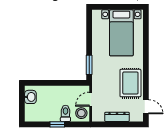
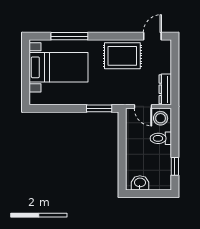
window: (146, 41) -> (69, 36), added
dresser: (117, 117) -> (165, 89), moved
window: (57, 124) -> (175, 166), moved

